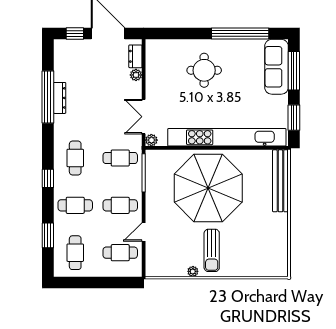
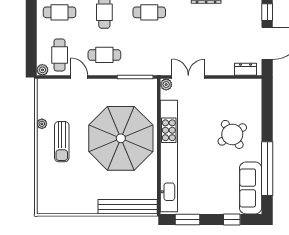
sofa: (276, 67) -> (251, 188), moved, turned -90
round table: (204, 70) -> (232, 134), turned -34
window: (294, 71) -> (232, 219), width x0.46
plant: (136, 75) -> (42, 70), moved
cafe table: (120, 158) -> (149, 55), removed
cafe table: (120, 205) -> (104, 55), turned 90
sun lounger: (212, 250) -> (62, 142), turned -90

